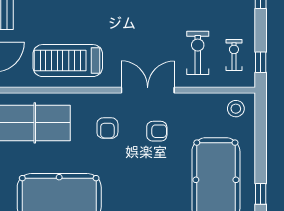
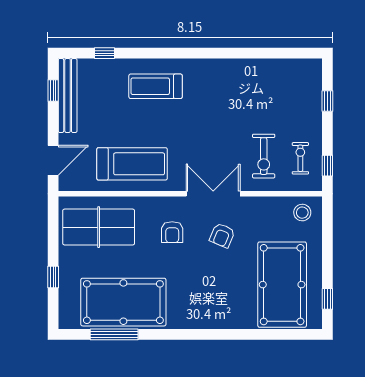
exercise bike: (198, 53) -> (264, 156), turned 180
treadmill: (68, 61) -> (132, 164), turned 180
armchair: (157, 131) -> (222, 235), turned 113

